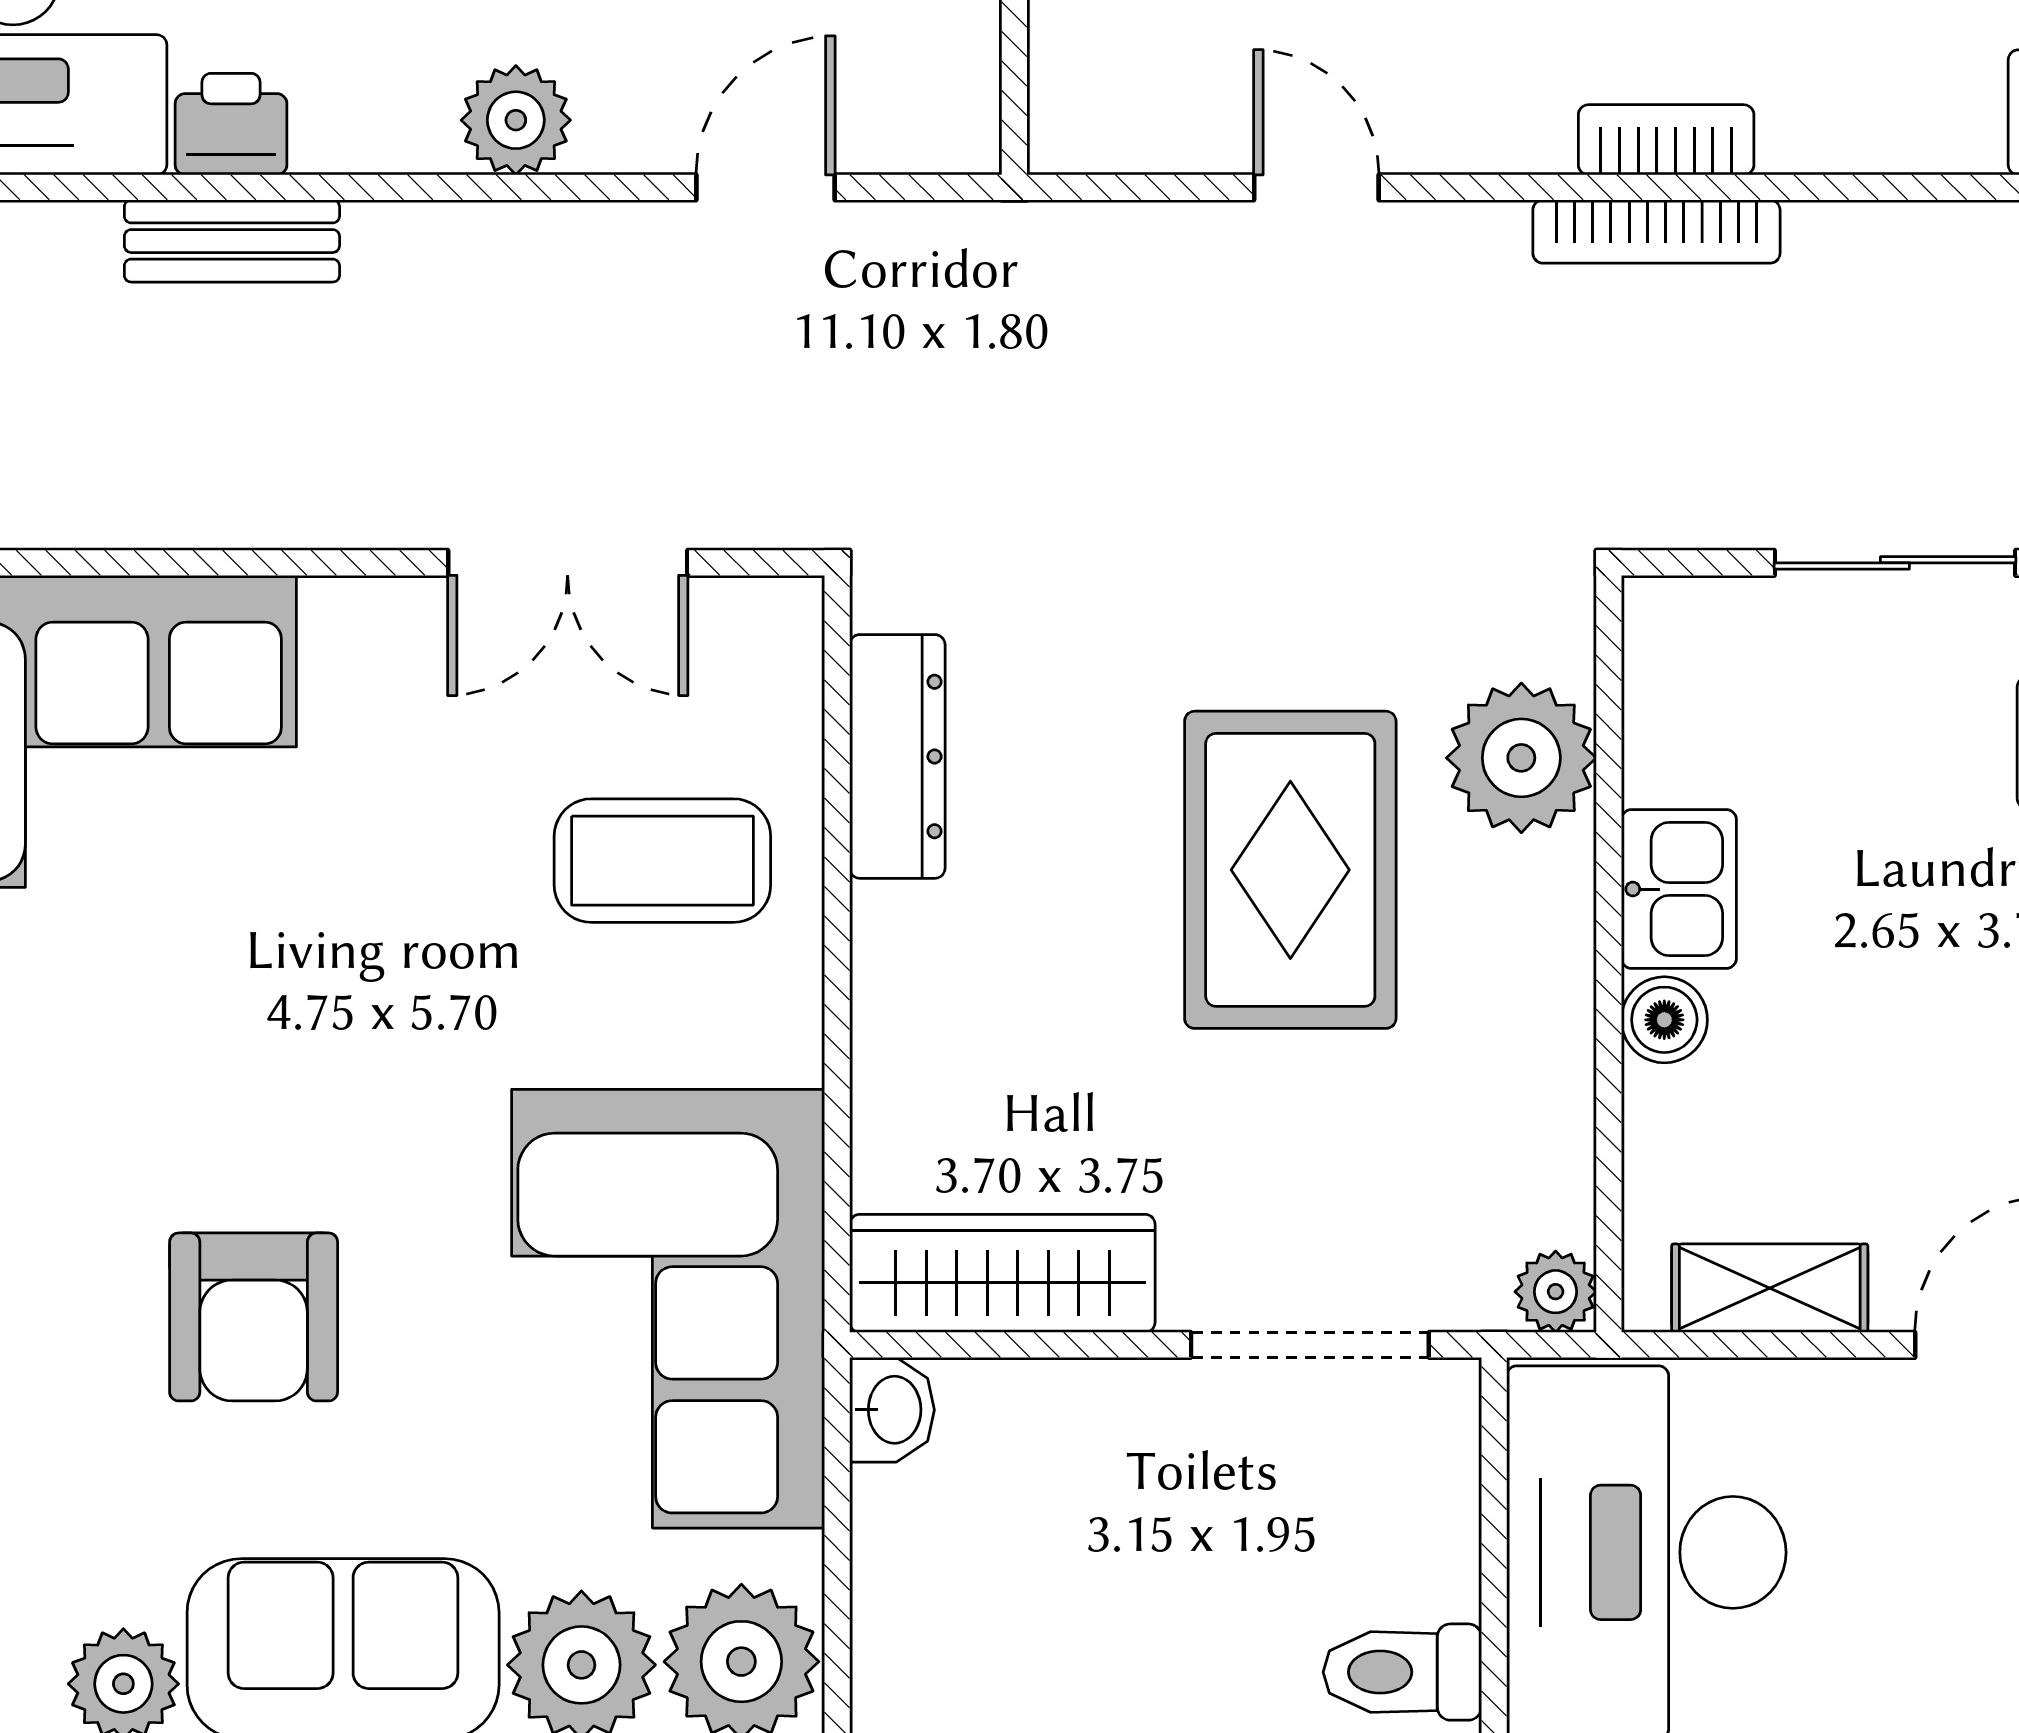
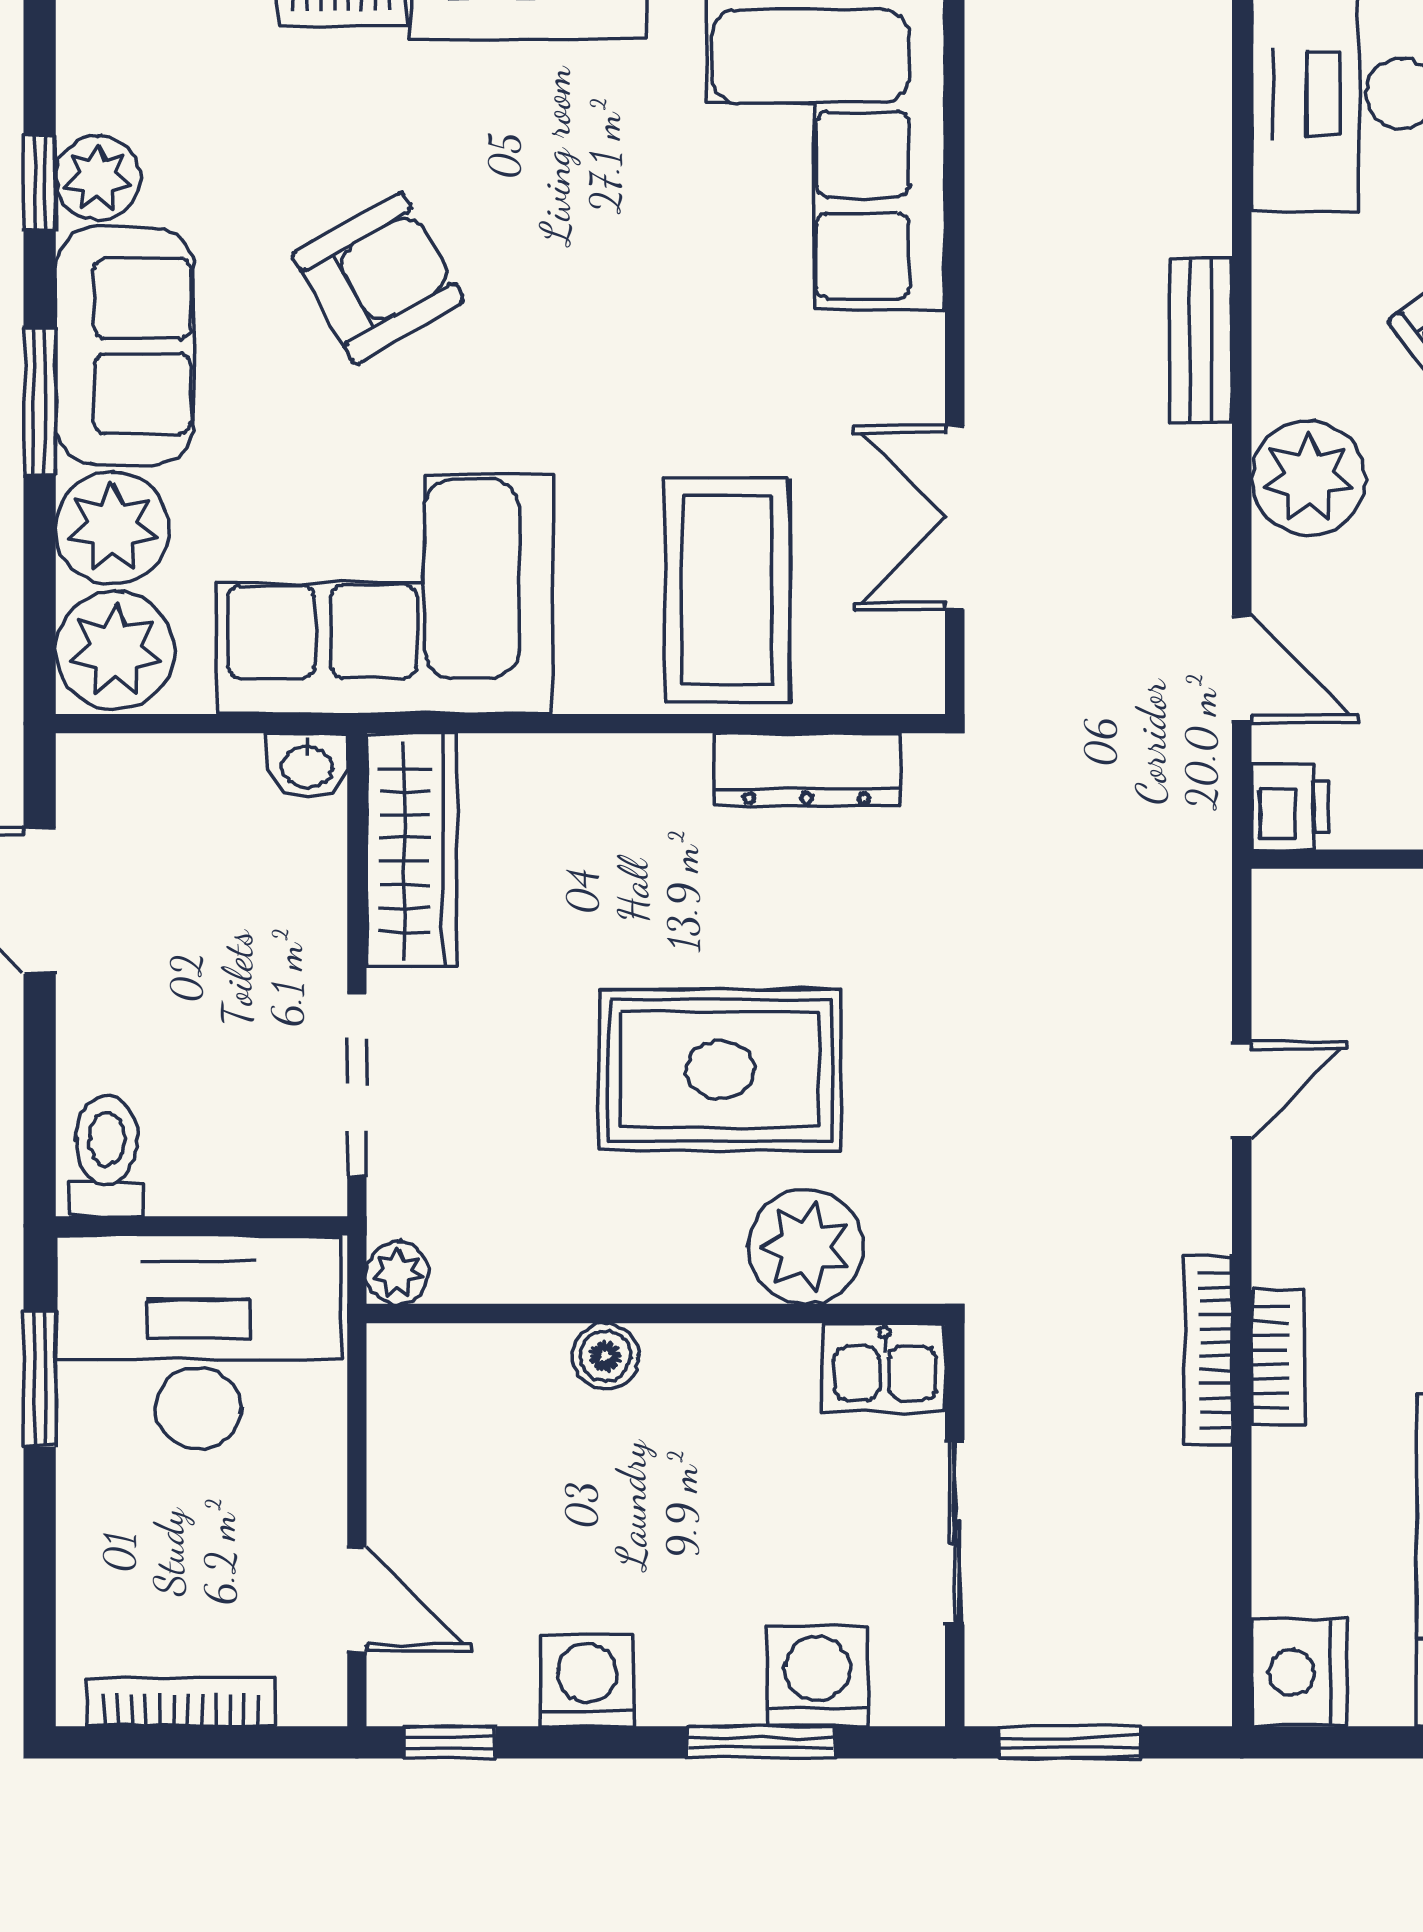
plant: (516, 120) -> (1308, 478), width x1.36, depth x1.36
printer: (231, 124) -> (1290, 807), moved
bench: (232, 241) -> (1201, 340), moved
coffee table: (662, 861) -> (727, 590), width x1.36, depth x1.32
kitchen sink: (1679, 889) -> (885, 1367), moved
shelving: (1770, 1288) -> (400, 1437), removed
armchair: (254, 1317) -> (378, 277), turned 150

